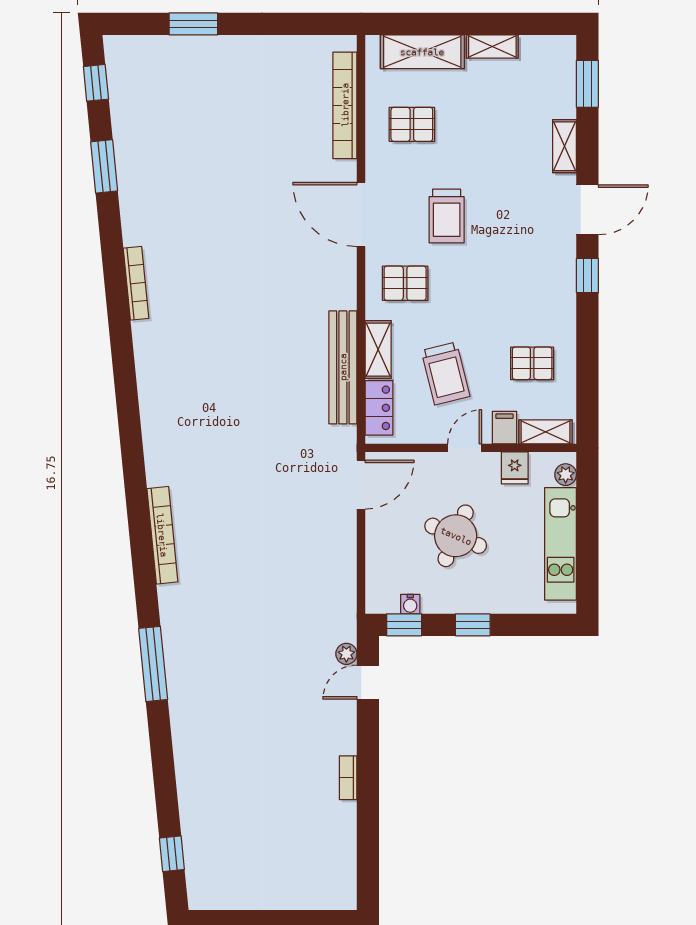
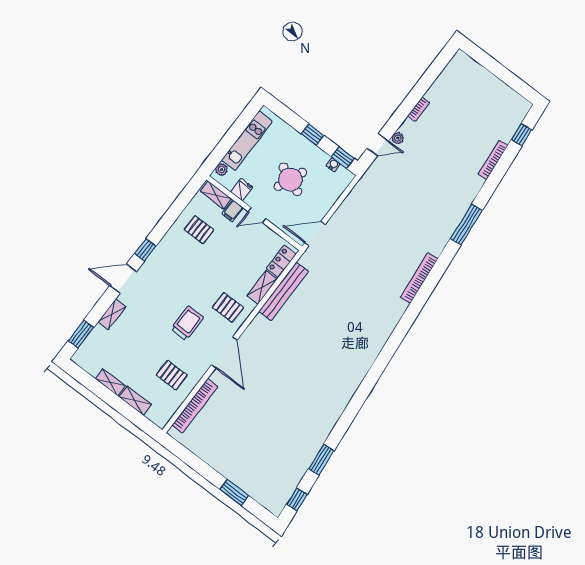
shelving: (422, 52) -> (135, 401), width x0.67, depth x0.75
bookcase: (136, 283) -> (493, 160), moved
trolley: (446, 373) -> (240, 254), removed
plant: (346, 654) -> (398, 138), moved

